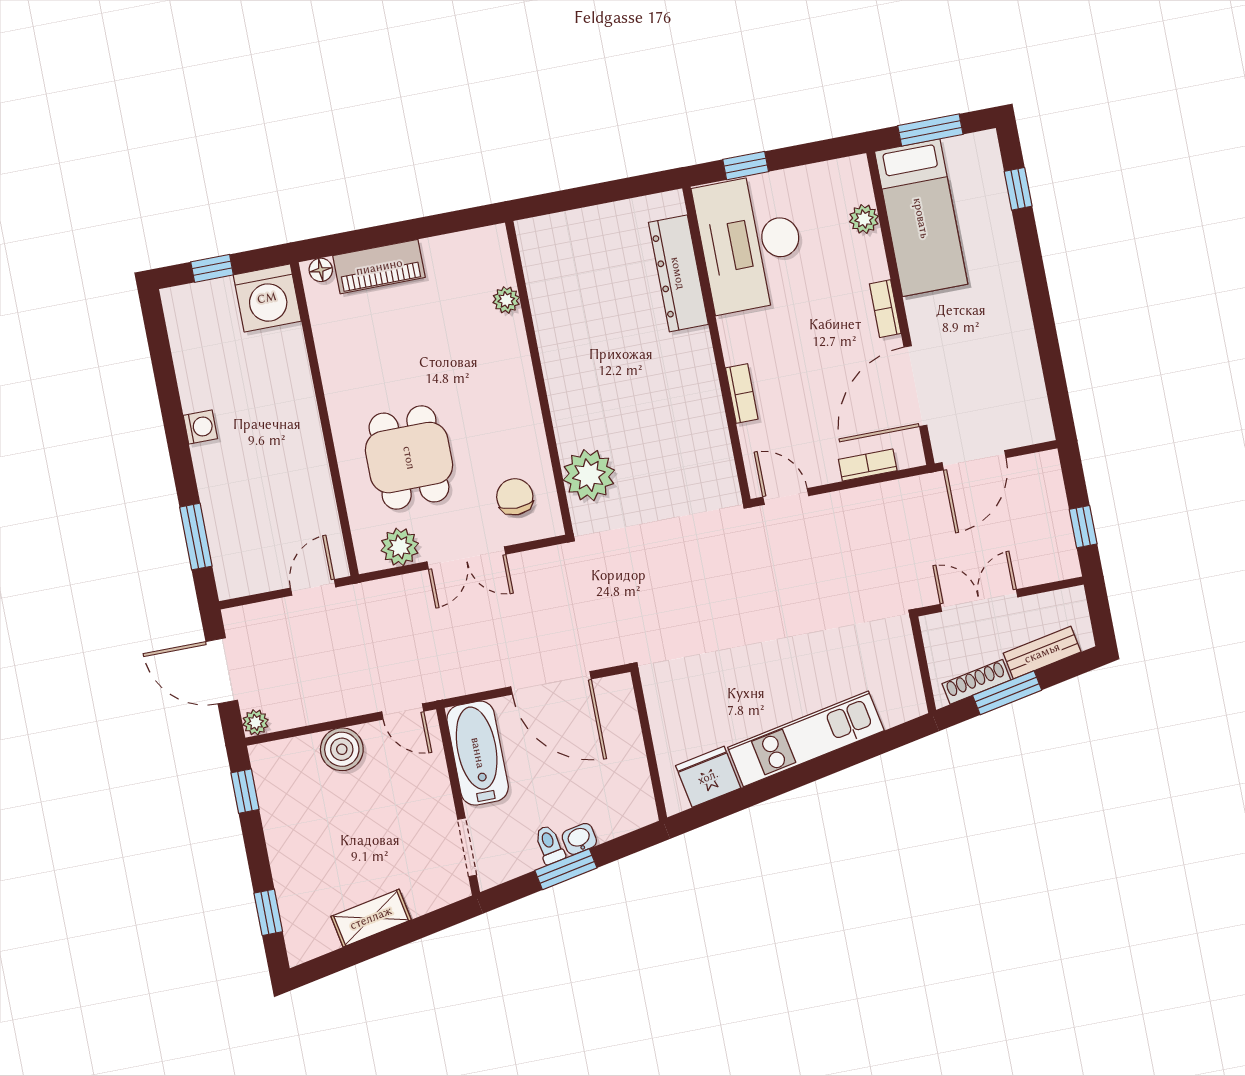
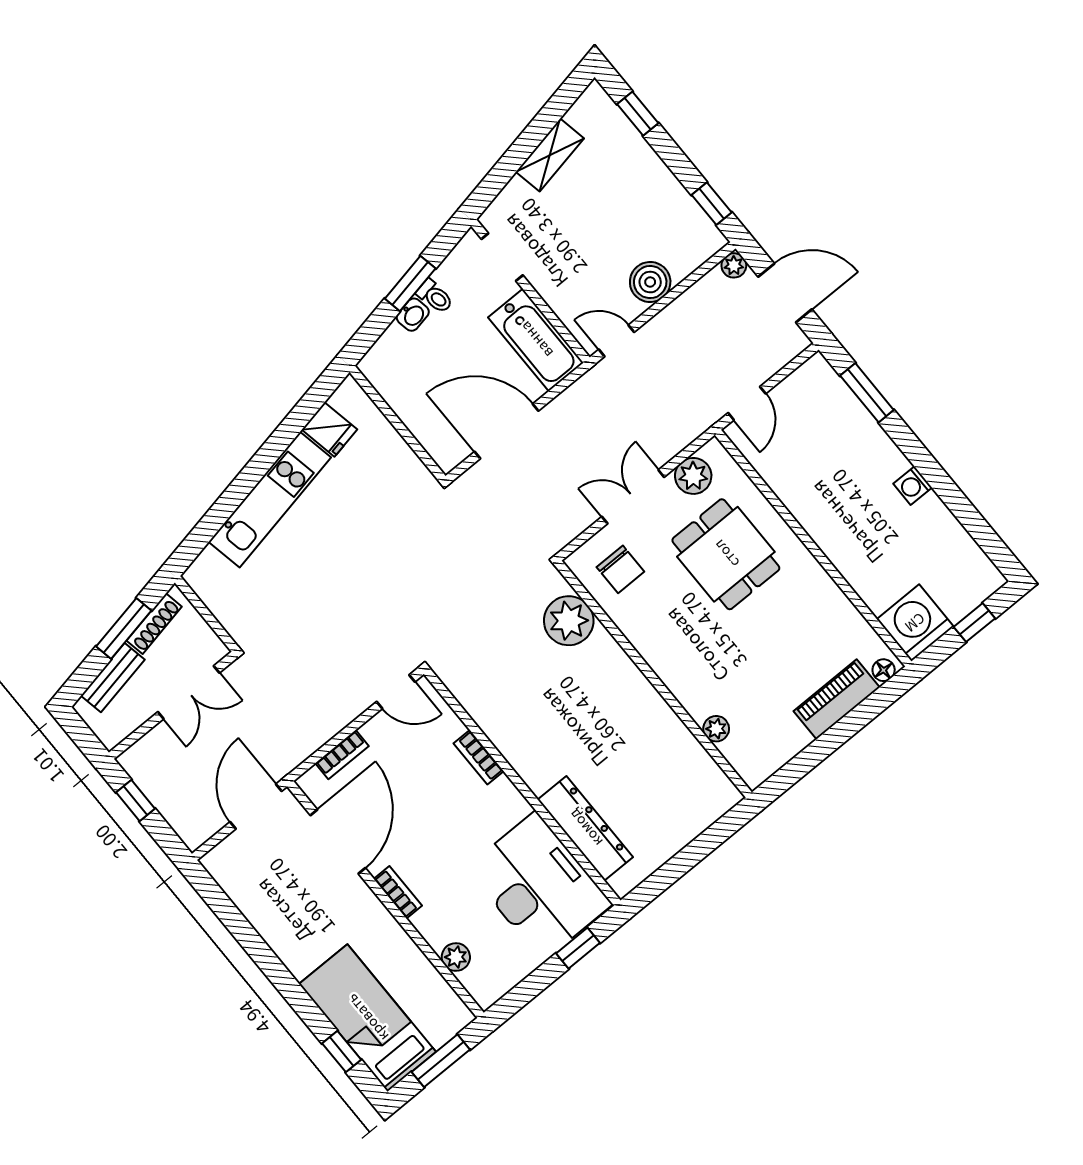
bed: (921, 218) -> (367, 1018), moved
fridge: (708, 777) -> (329, 429), width x0.72

